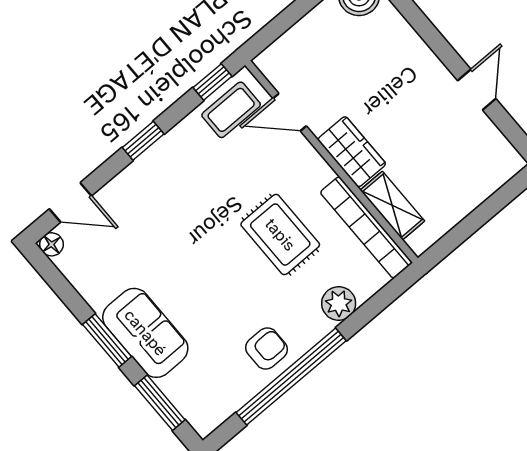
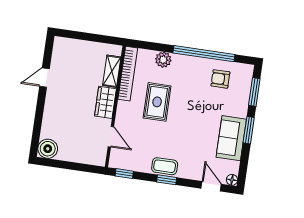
coffee table: (231, 110) -> (165, 166), moved
sofa: (145, 333) -> (231, 138), moved
armchair: (266, 348) -> (220, 79), moved

